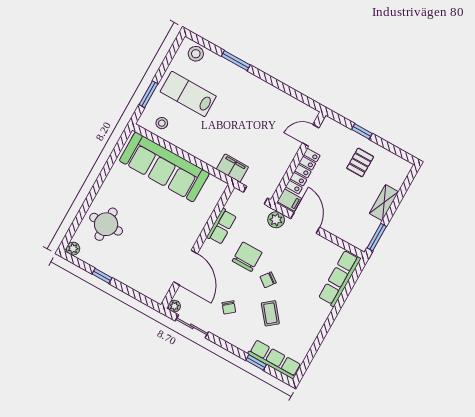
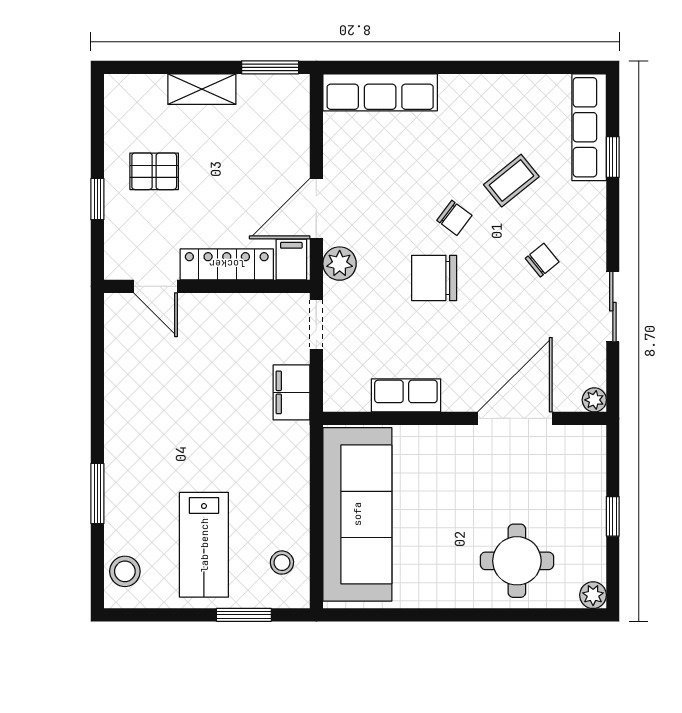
row of seats: (222, 226) -> (406, 395), moved
wall: (198, 246) -> (465, 418), moved
door: (185, 268) -> (515, 418), moved
plant: (174, 306) -> (594, 400), moved

